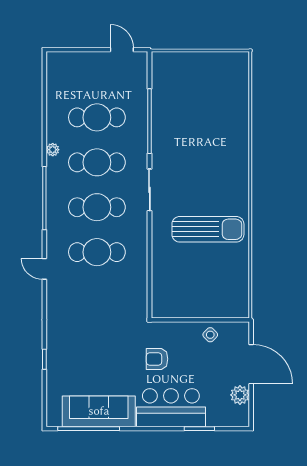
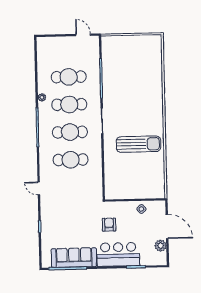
door: (44, 269) -> (39, 188), moved
armchair: (157, 359) -> (109, 225), turned 90

